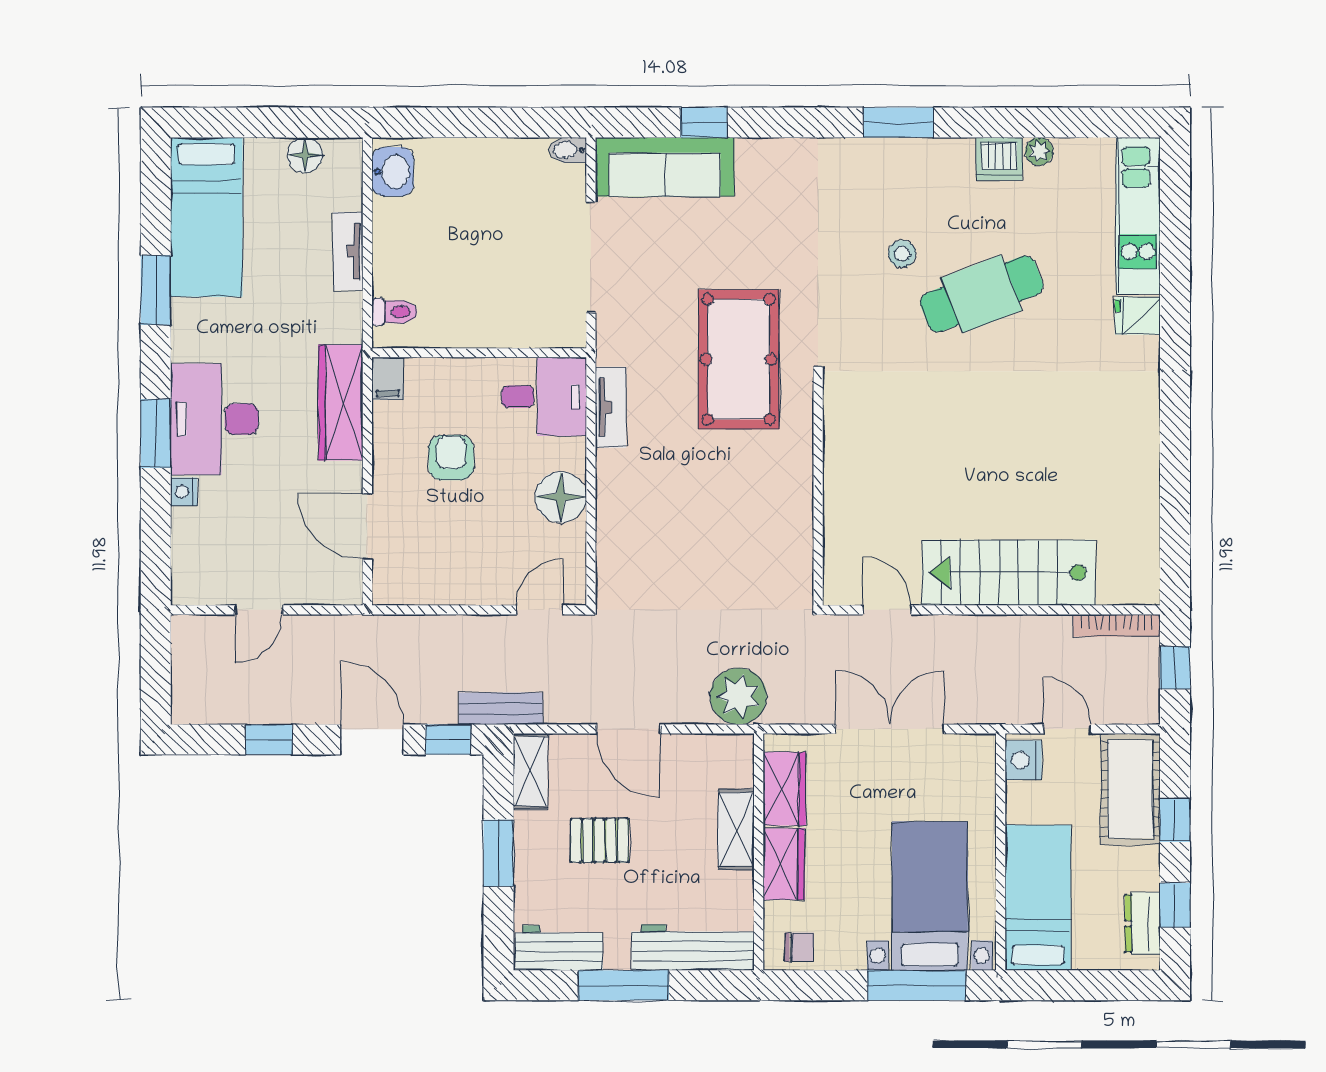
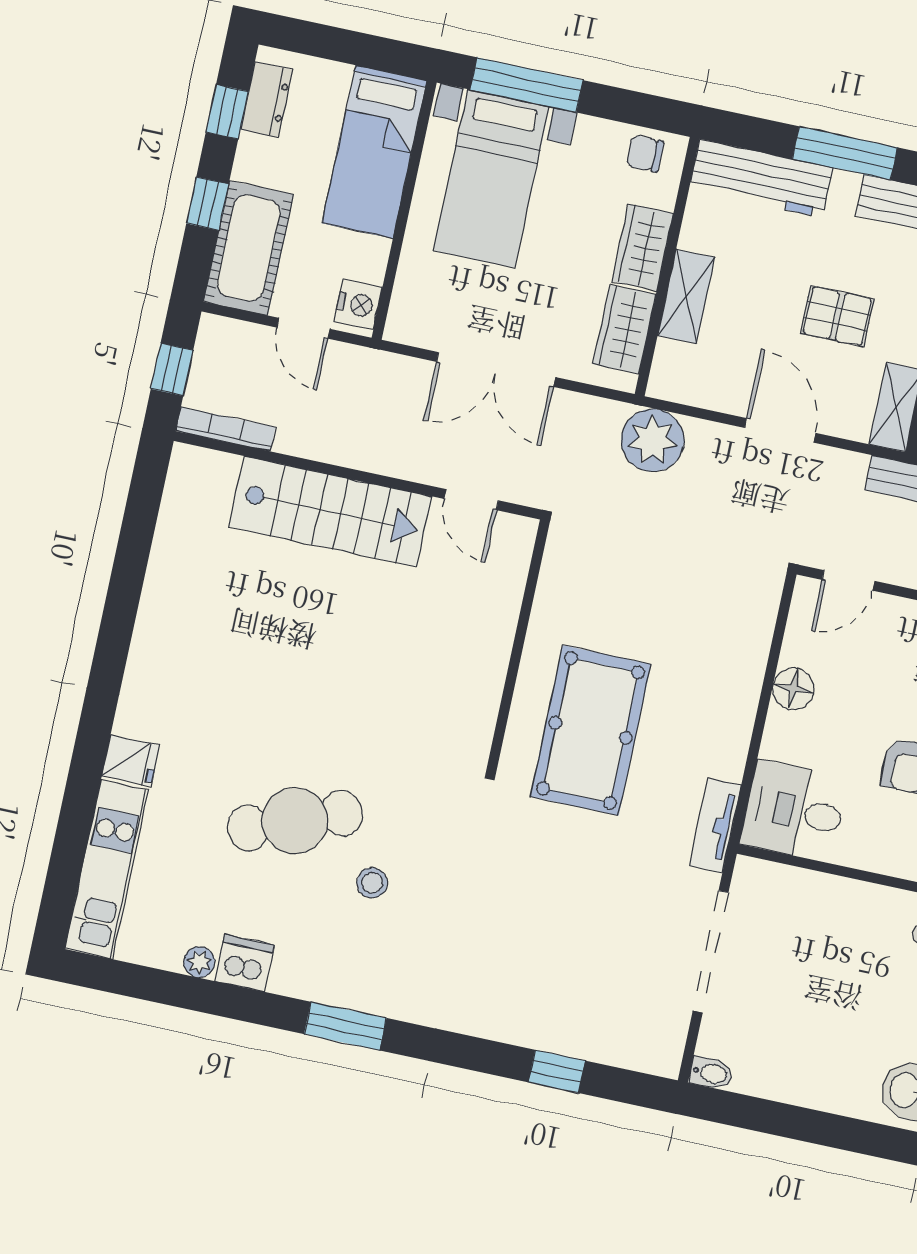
sofa: (665, 167) -> (609, 1032), removed
pool table: (739, 359) -> (591, 730), moved
tv unit: (611, 407) -> (715, 825), moved
floor lamp: (561, 497) -> (793, 689), width x0.73, depth x0.73

